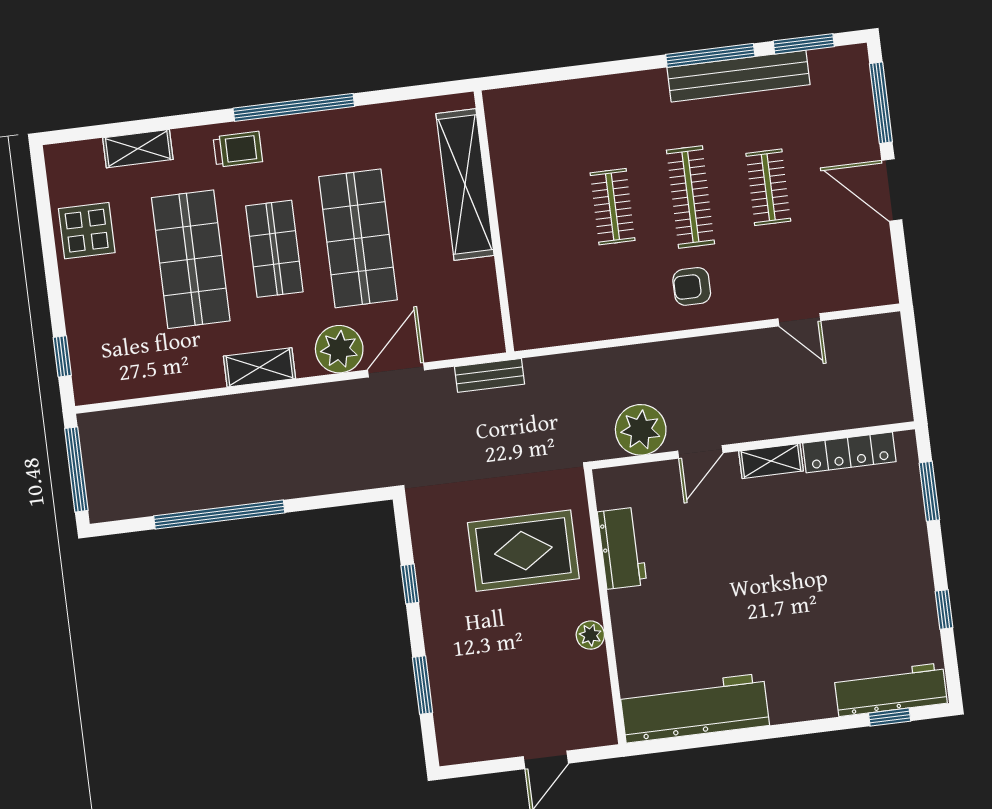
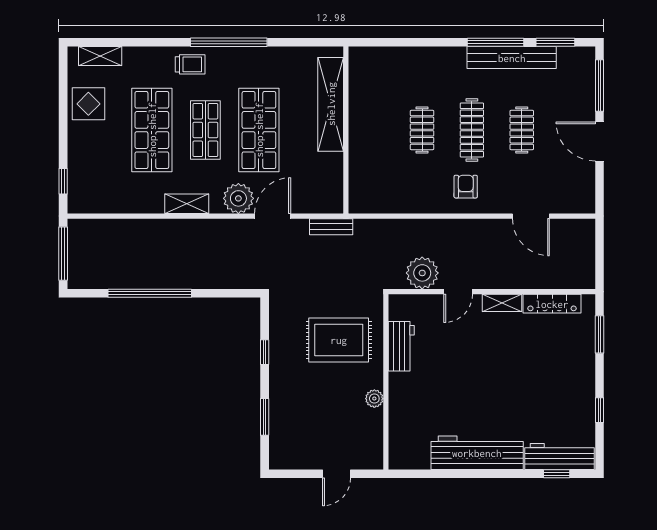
shelving: (138, 149) -> (100, 56), moved
armchair: (692, 286) -> (466, 187), turned 90
door: (799, 320) -> (531, 216), width x1.38
workbench: (695, 708) -> (477, 453), moved

